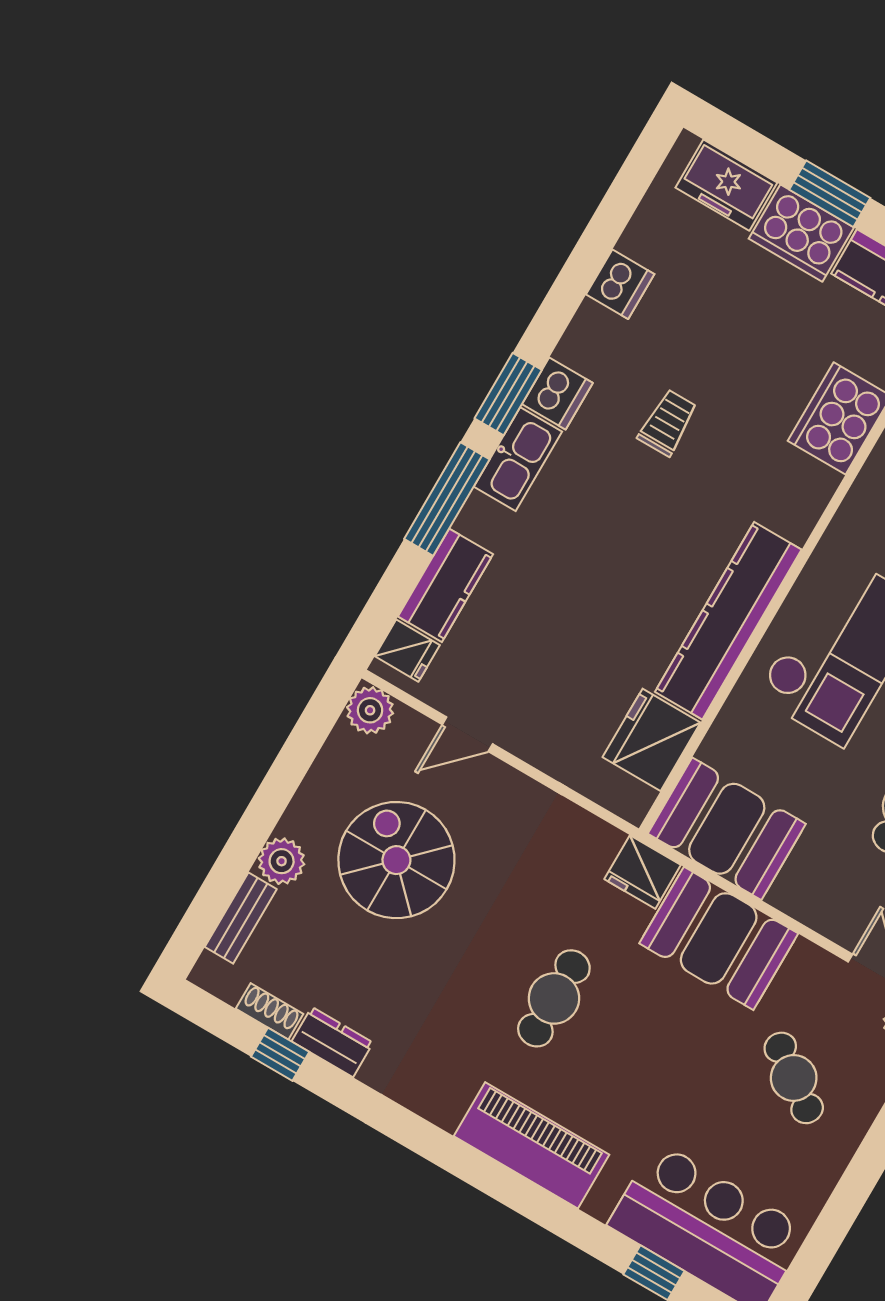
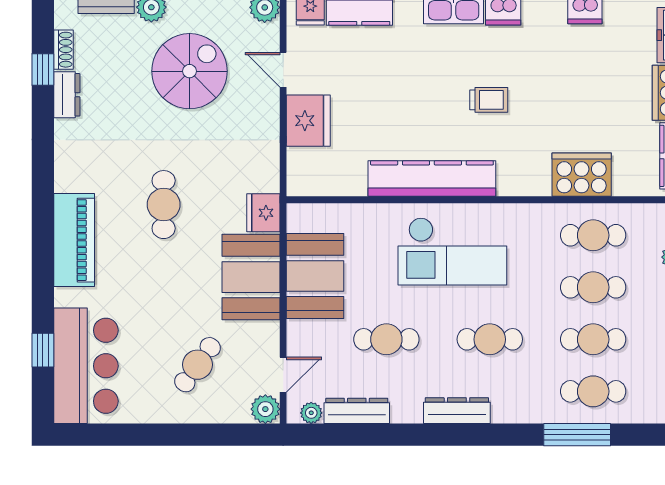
trolley: (668, 423) -> (489, 100), moved
fridge: (652, 740) -> (308, 121), moved, turned 90
booth: (727, 829) -> (315, 276), moved
cafe table: (554, 998) -> (164, 205), turned 90

